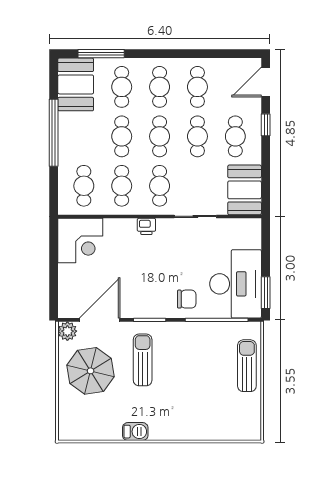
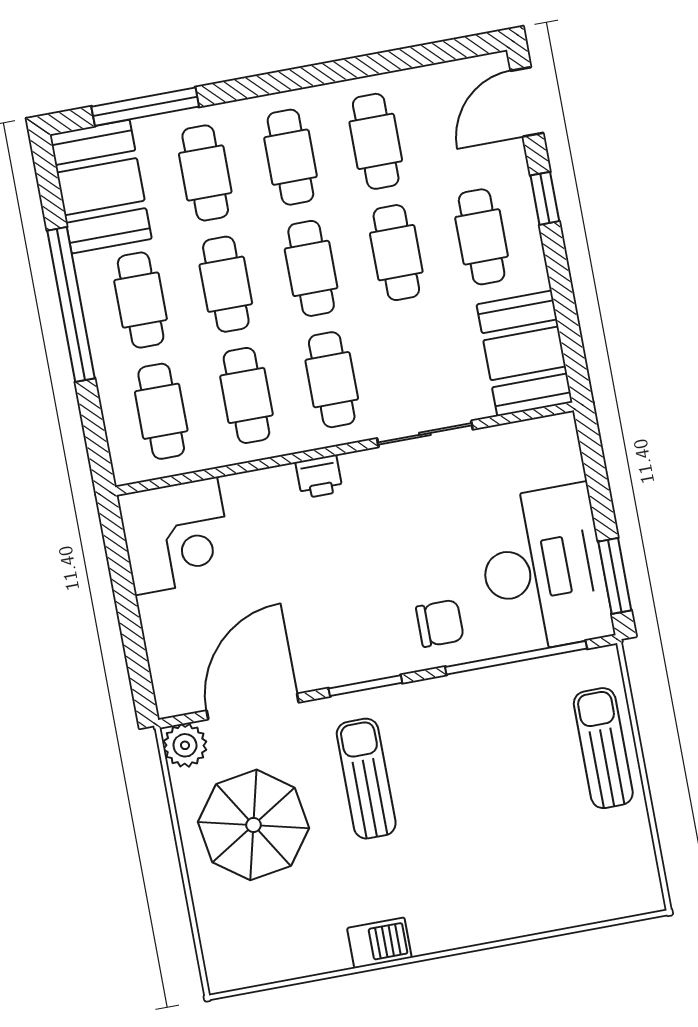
cafe table: (84, 136) -> (141, 300), added

